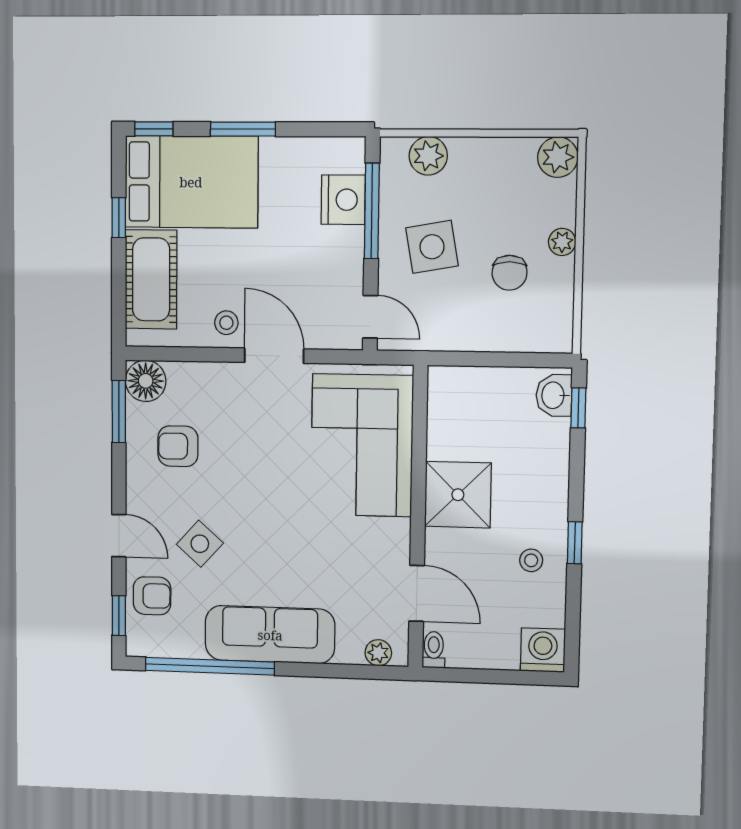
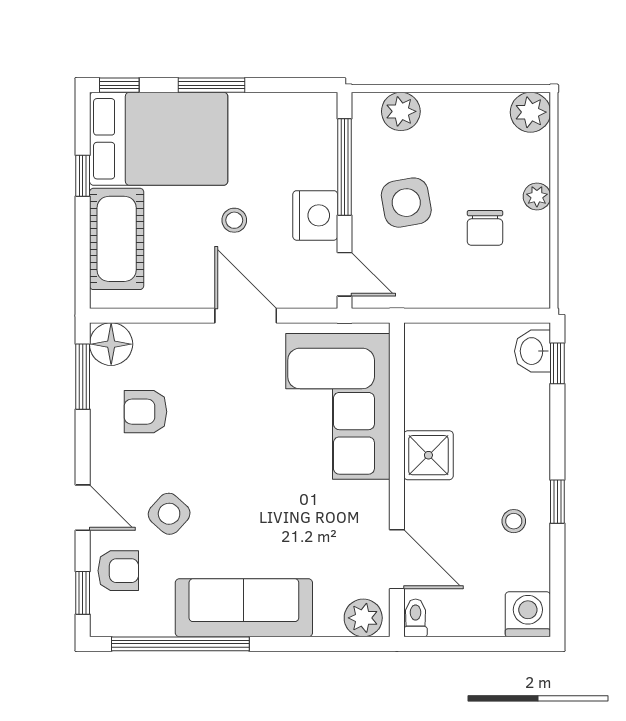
nightstand: (343, 200) -> (315, 215), moved
stool: (226, 323) -> (234, 220), moved
shower: (458, 495) -> (428, 455), width x0.73, depth x0.73
plant: (378, 653) -> (363, 618), width x1.38, depth x1.38

